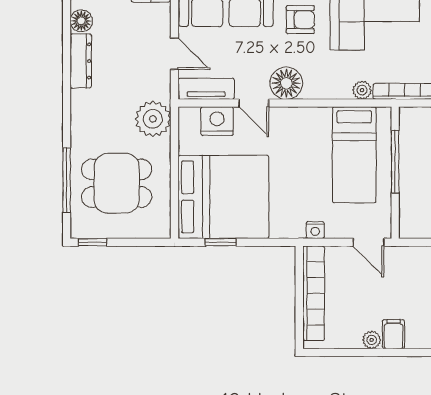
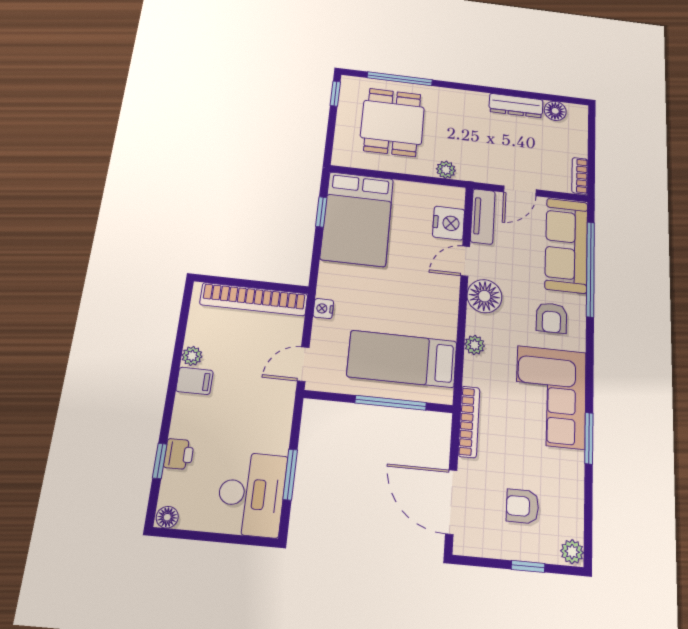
plant: (362, 90) -> (475, 345), moved
plant: (153, 119) -> (446, 170), width x0.53, depth x0.53
bed: (223, 197) -> (357, 219), width x0.73

